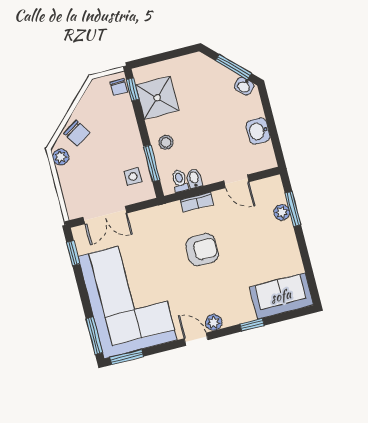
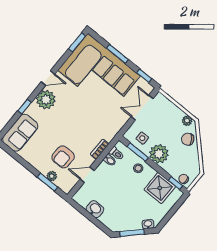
washbasin: (244, 86) -> (148, 224), moved
plant: (127, 141) -> (159, 154), added
armchair: (202, 250) -> (63, 157), moved
plant: (214, 322) -> (46, 100), width x1.87, depth x1.87
window: (94, 336) -> (117, 54), moved

